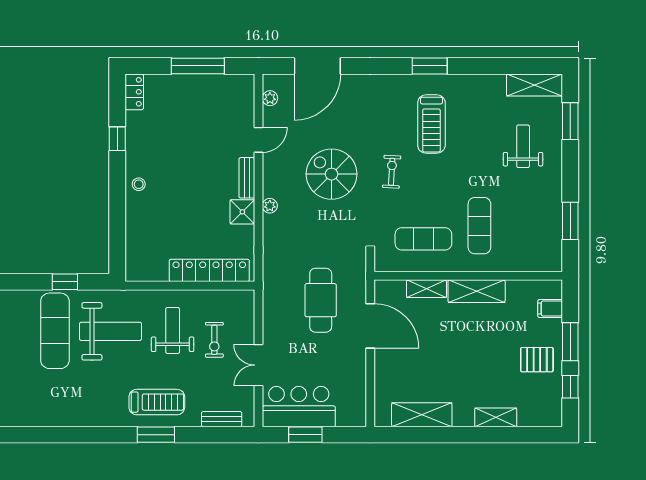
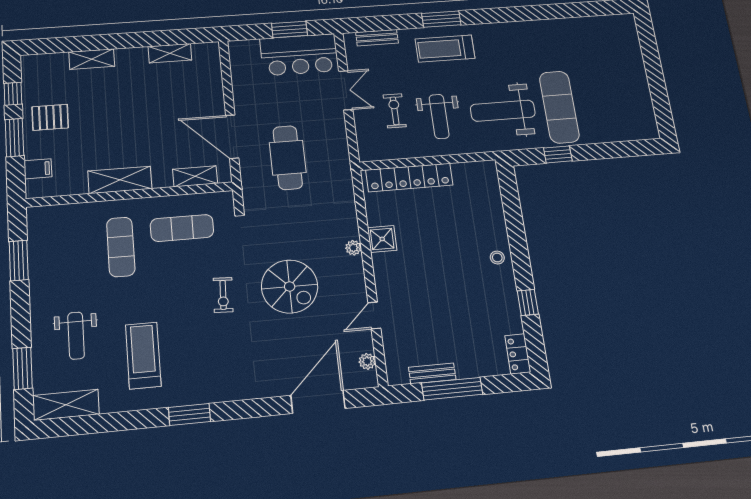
treadmill: (431, 124) -> (143, 355), moved
bench: (247, 178) -> (432, 373), moved, turned 90
shelving: (427, 289) -> (195, 176), moved
shelving: (422, 415) -> (170, 53), width x0.67, depth x0.75

